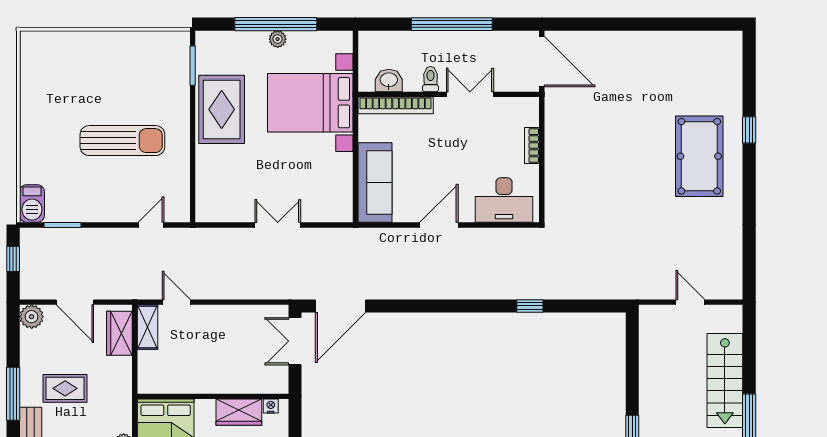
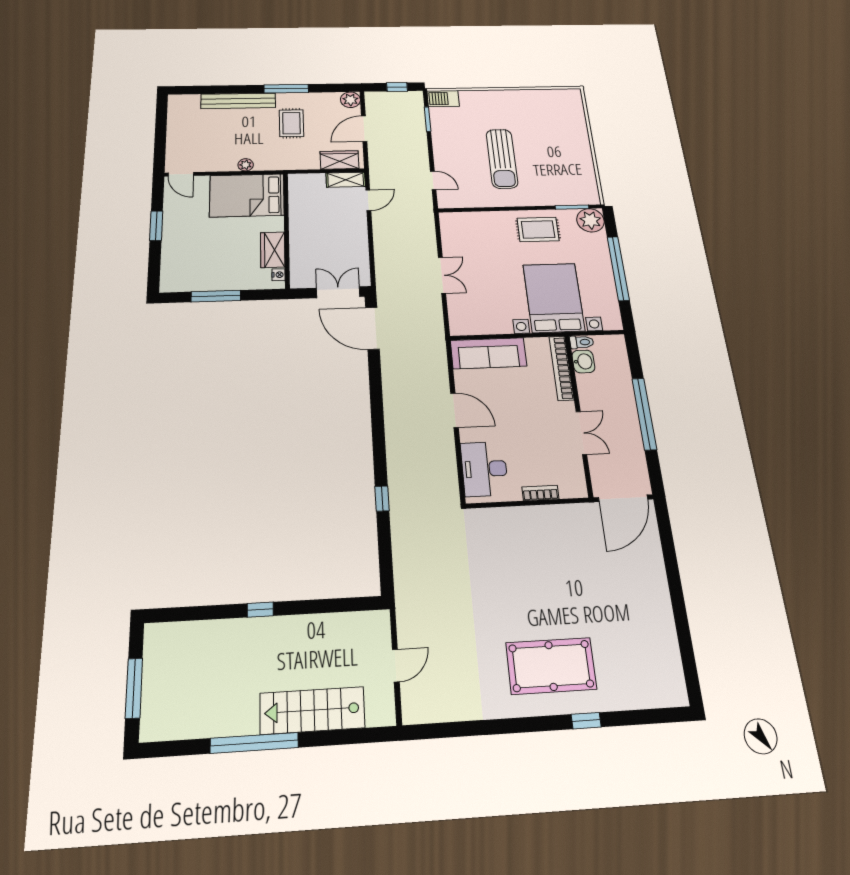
plant: (278, 39) -> (590, 220), moved, width x1.88, depth x1.88
toilet: (431, 79) -> (582, 342), moved
rug: (222, 109) -> (538, 229), width x0.73, depth x0.70

